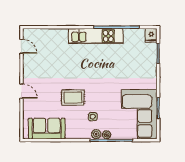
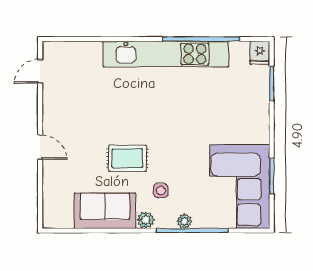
kitchen unit: (96, 36) -> (166, 54), width x1.36
door: (22, 46) -> (40, 71), swing flipped
sofa: (47, 129) -> (105, 211), moved
plant: (96, 134) -> (146, 220), moved

